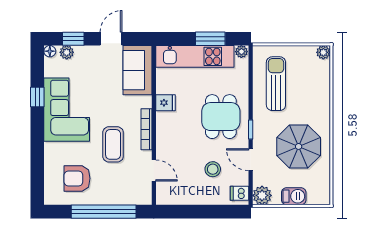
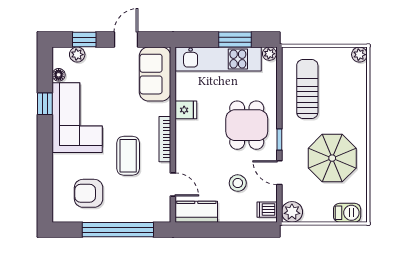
floor lamp: (50, 51) -> (59, 75), moved
kitchen counter: (175, 195) -> (196, 212), added
barbecue: (294, 196) -> (347, 213), moved

